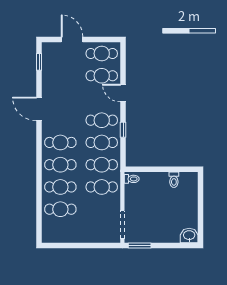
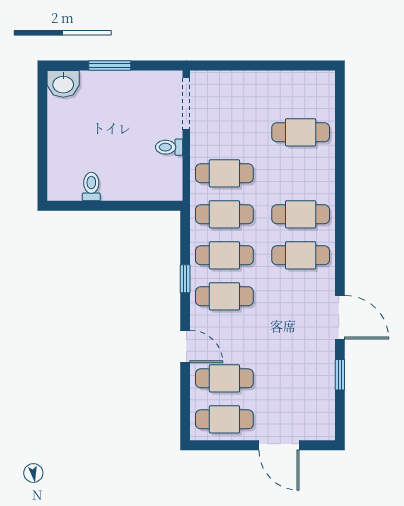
window: (39, 62) -> (340, 375), moved
toilet: (132, 179) -> (169, 147), moved
cafe table: (60, 187) -> (301, 173), removed
window: (140, 245) -> (110, 65), moved

